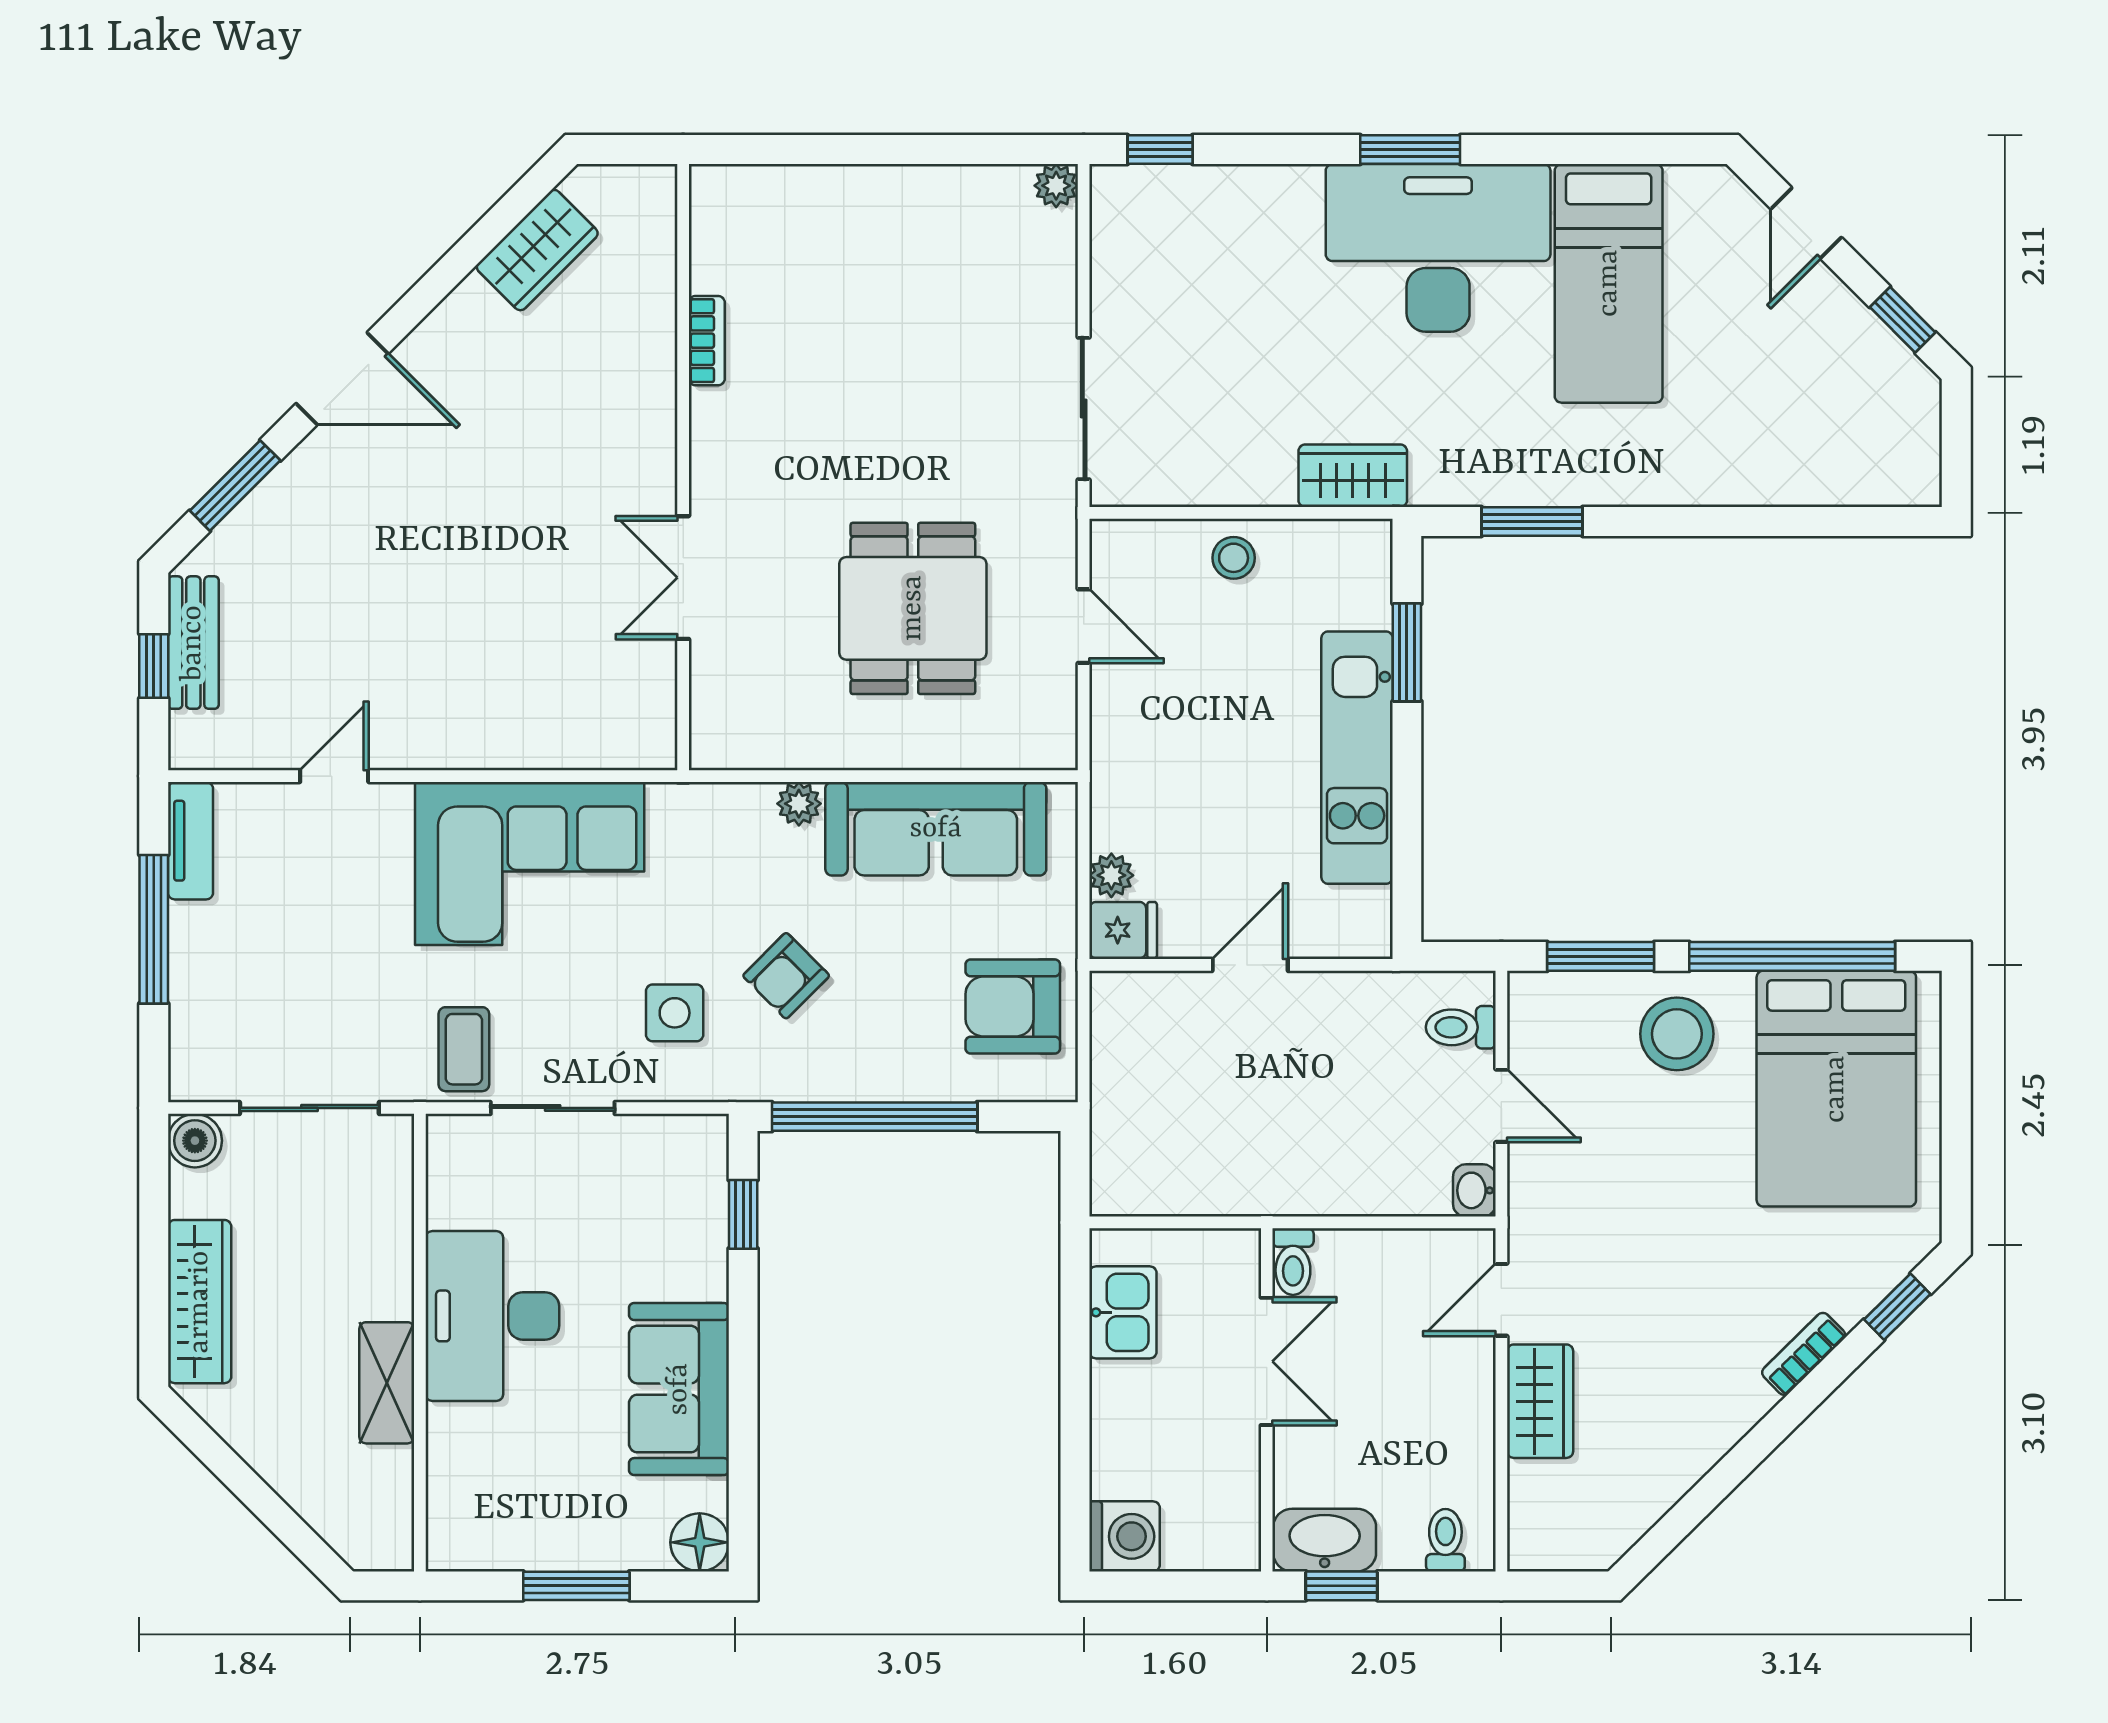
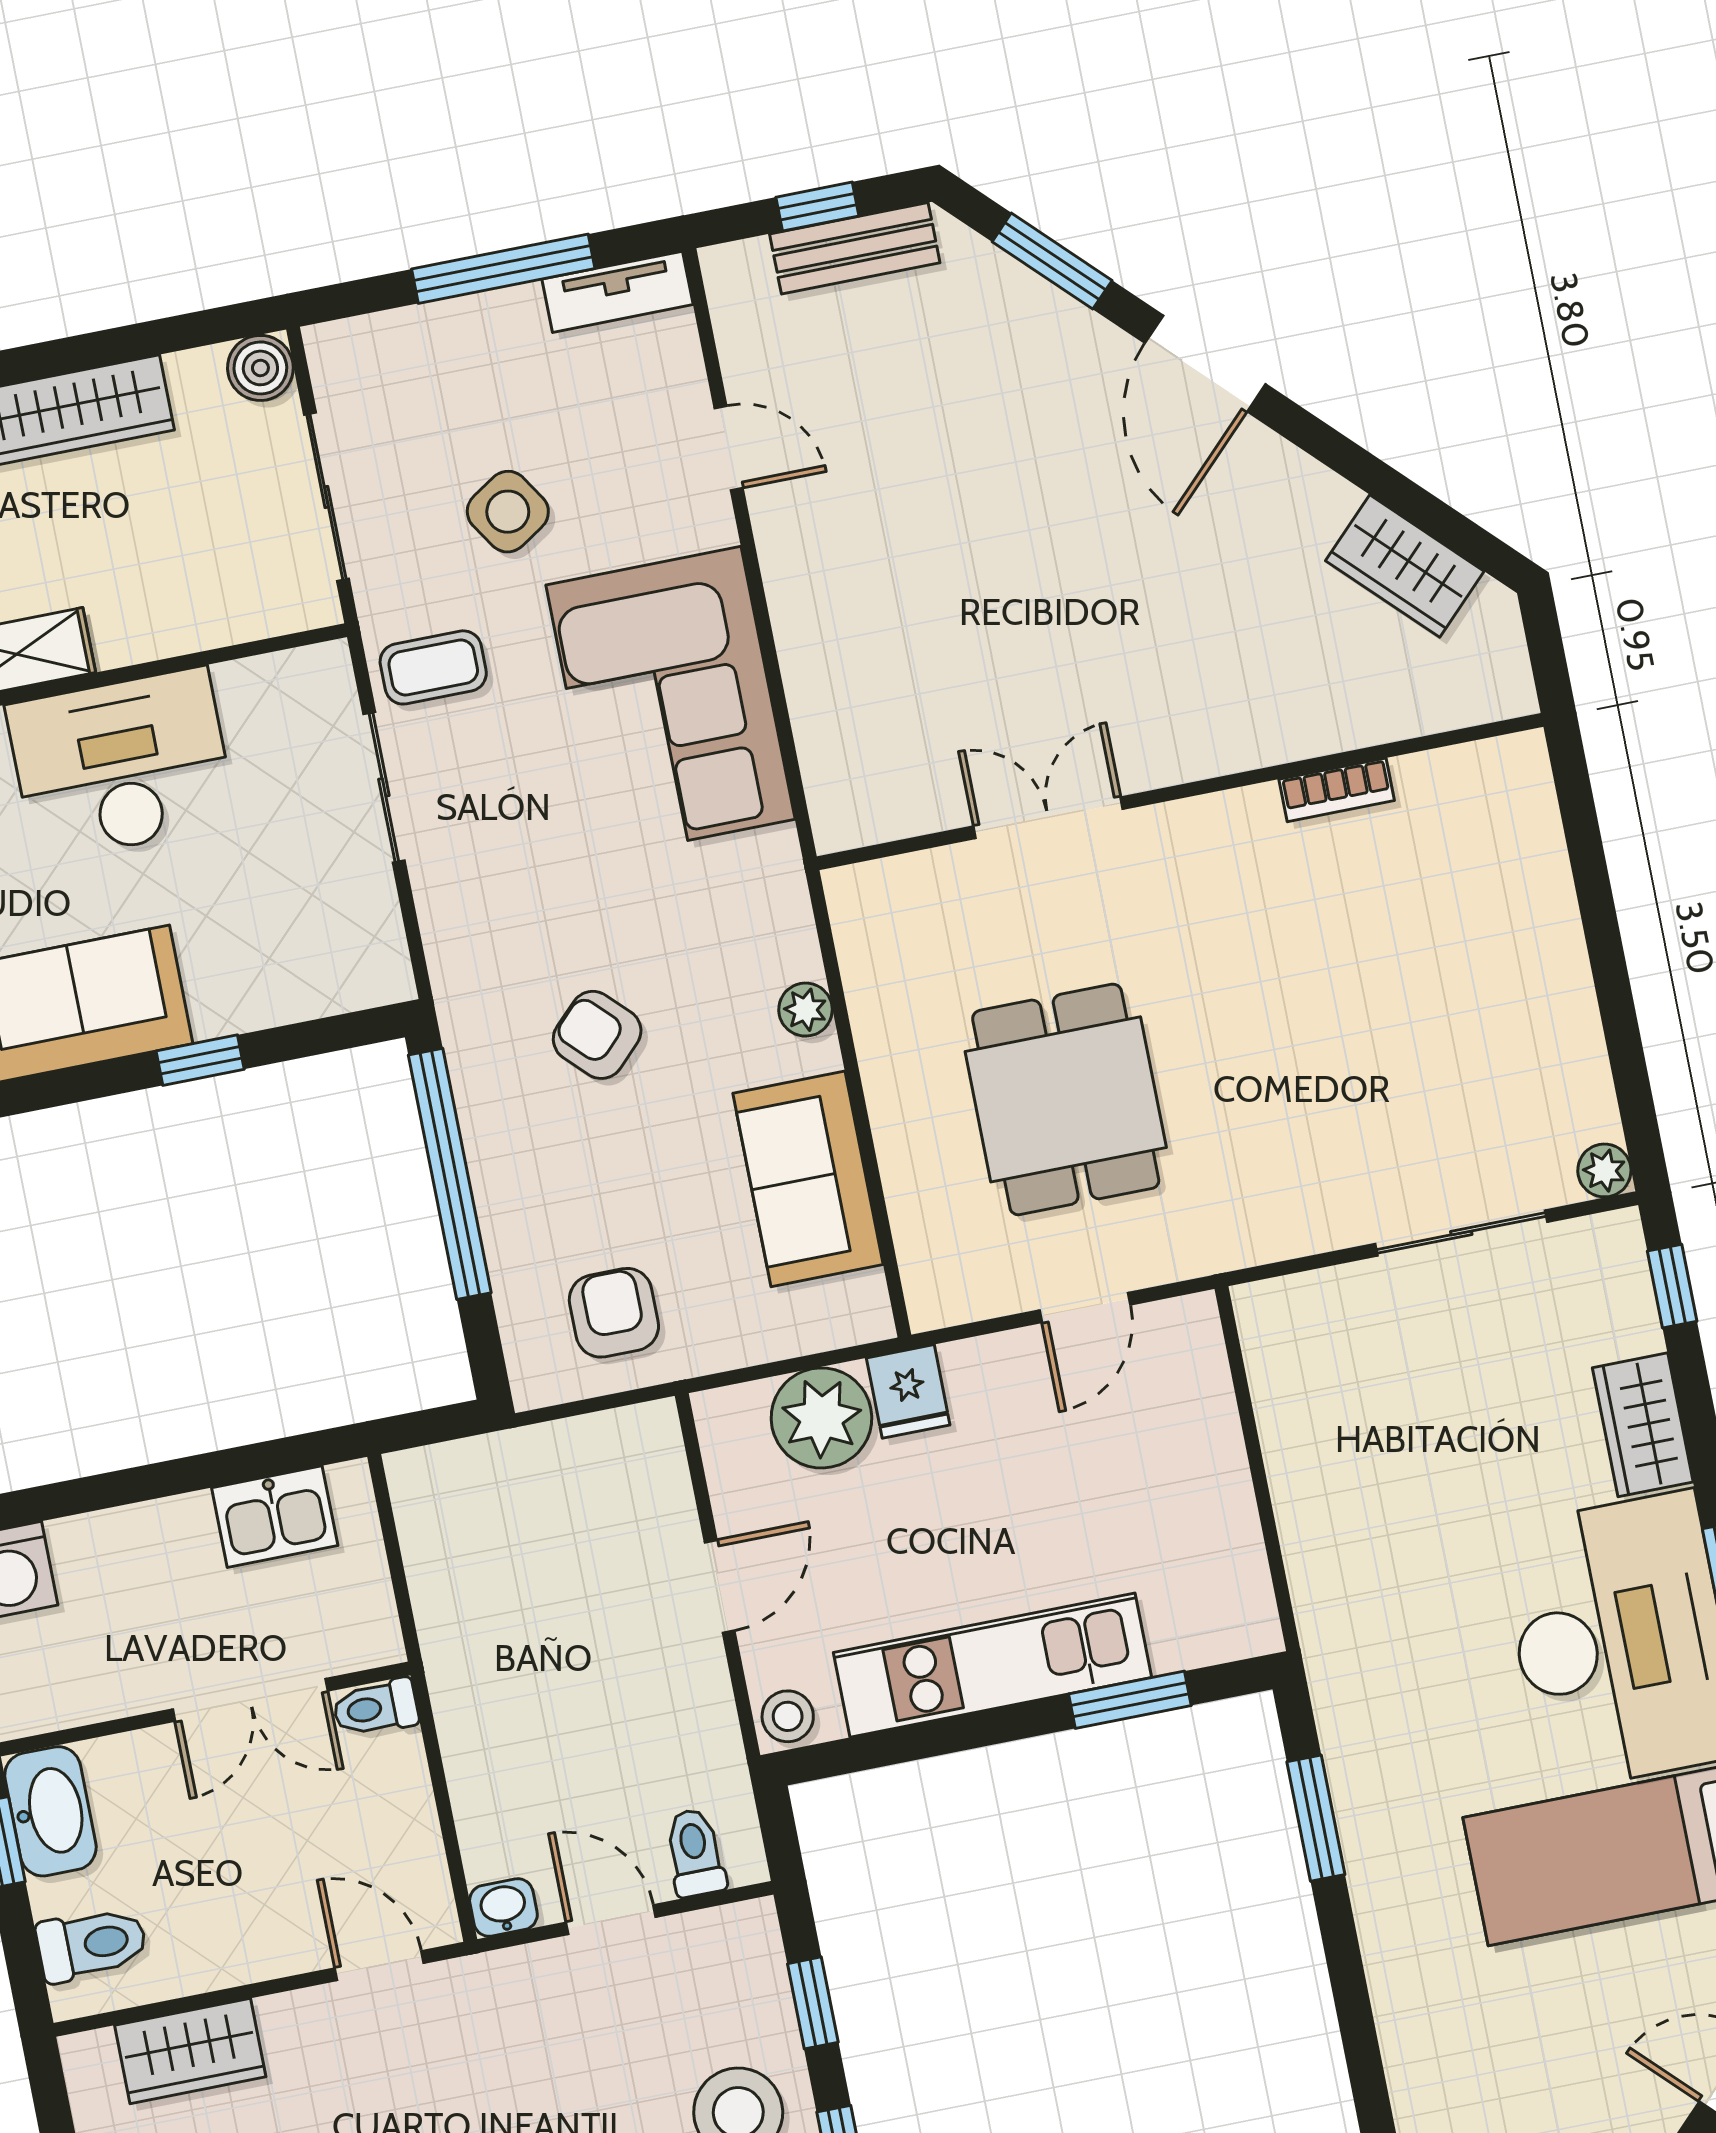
sliding door: (1084, 408) -> (1461, 1233), moved
wardrobe: (1353, 476) -> (1643, 1425), moved, turned 180
stool: (1234, 558) -> (788, 1716), moved
dining table: (913, 608) -> (1066, 1099), turned 90
sofa: (936, 829) -> (808, 1179), width x0.73
plant: (1111, 875) -> (821, 1418), width x1.88, depth x1.88
fridge: (1123, 930) -> (908, 1391), moved
window: (1601, 956) -> (813, 2003), width x0.67
door: (1250, 965) -> (720, 1586), hinge flipped
armchair: (1013, 1006) -> (614, 1313), width x0.72, depth x0.72
side table: (675, 1013) -> (508, 512), moved, turned -33
door: (1501, 1106) -> (611, 1920), swing flipped
window: (743, 1214) -> (200, 1060), moved
wardrobe: (1540, 1401) -> (190, 2051), moved
toilet: (1445, 1540) -> (92, 1944), width x1.37, depth x1.39

